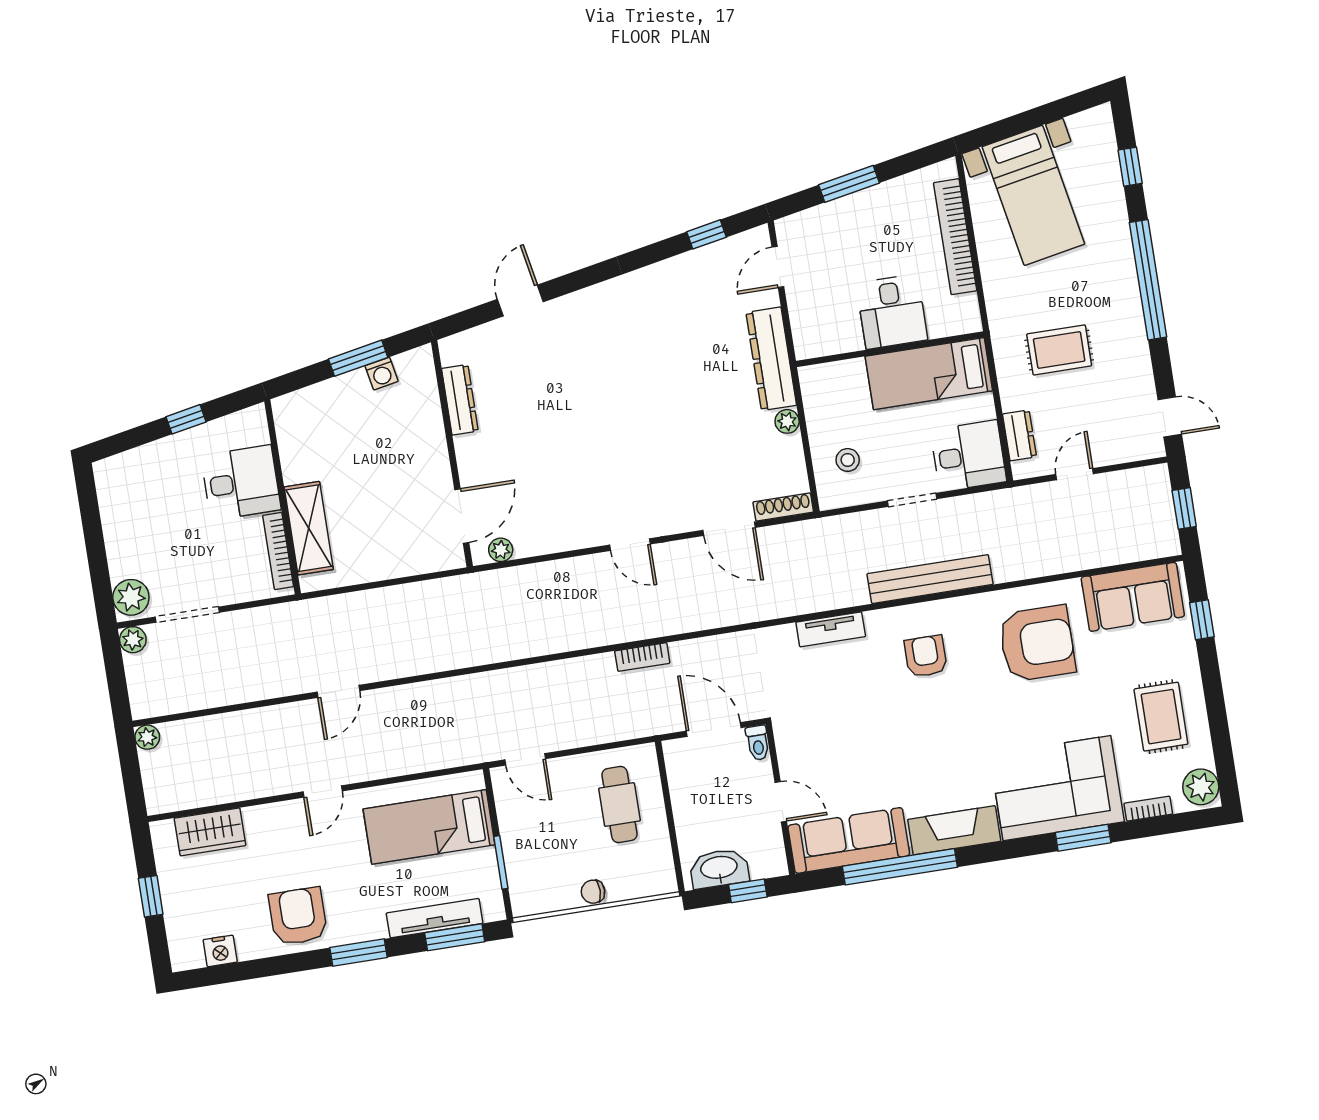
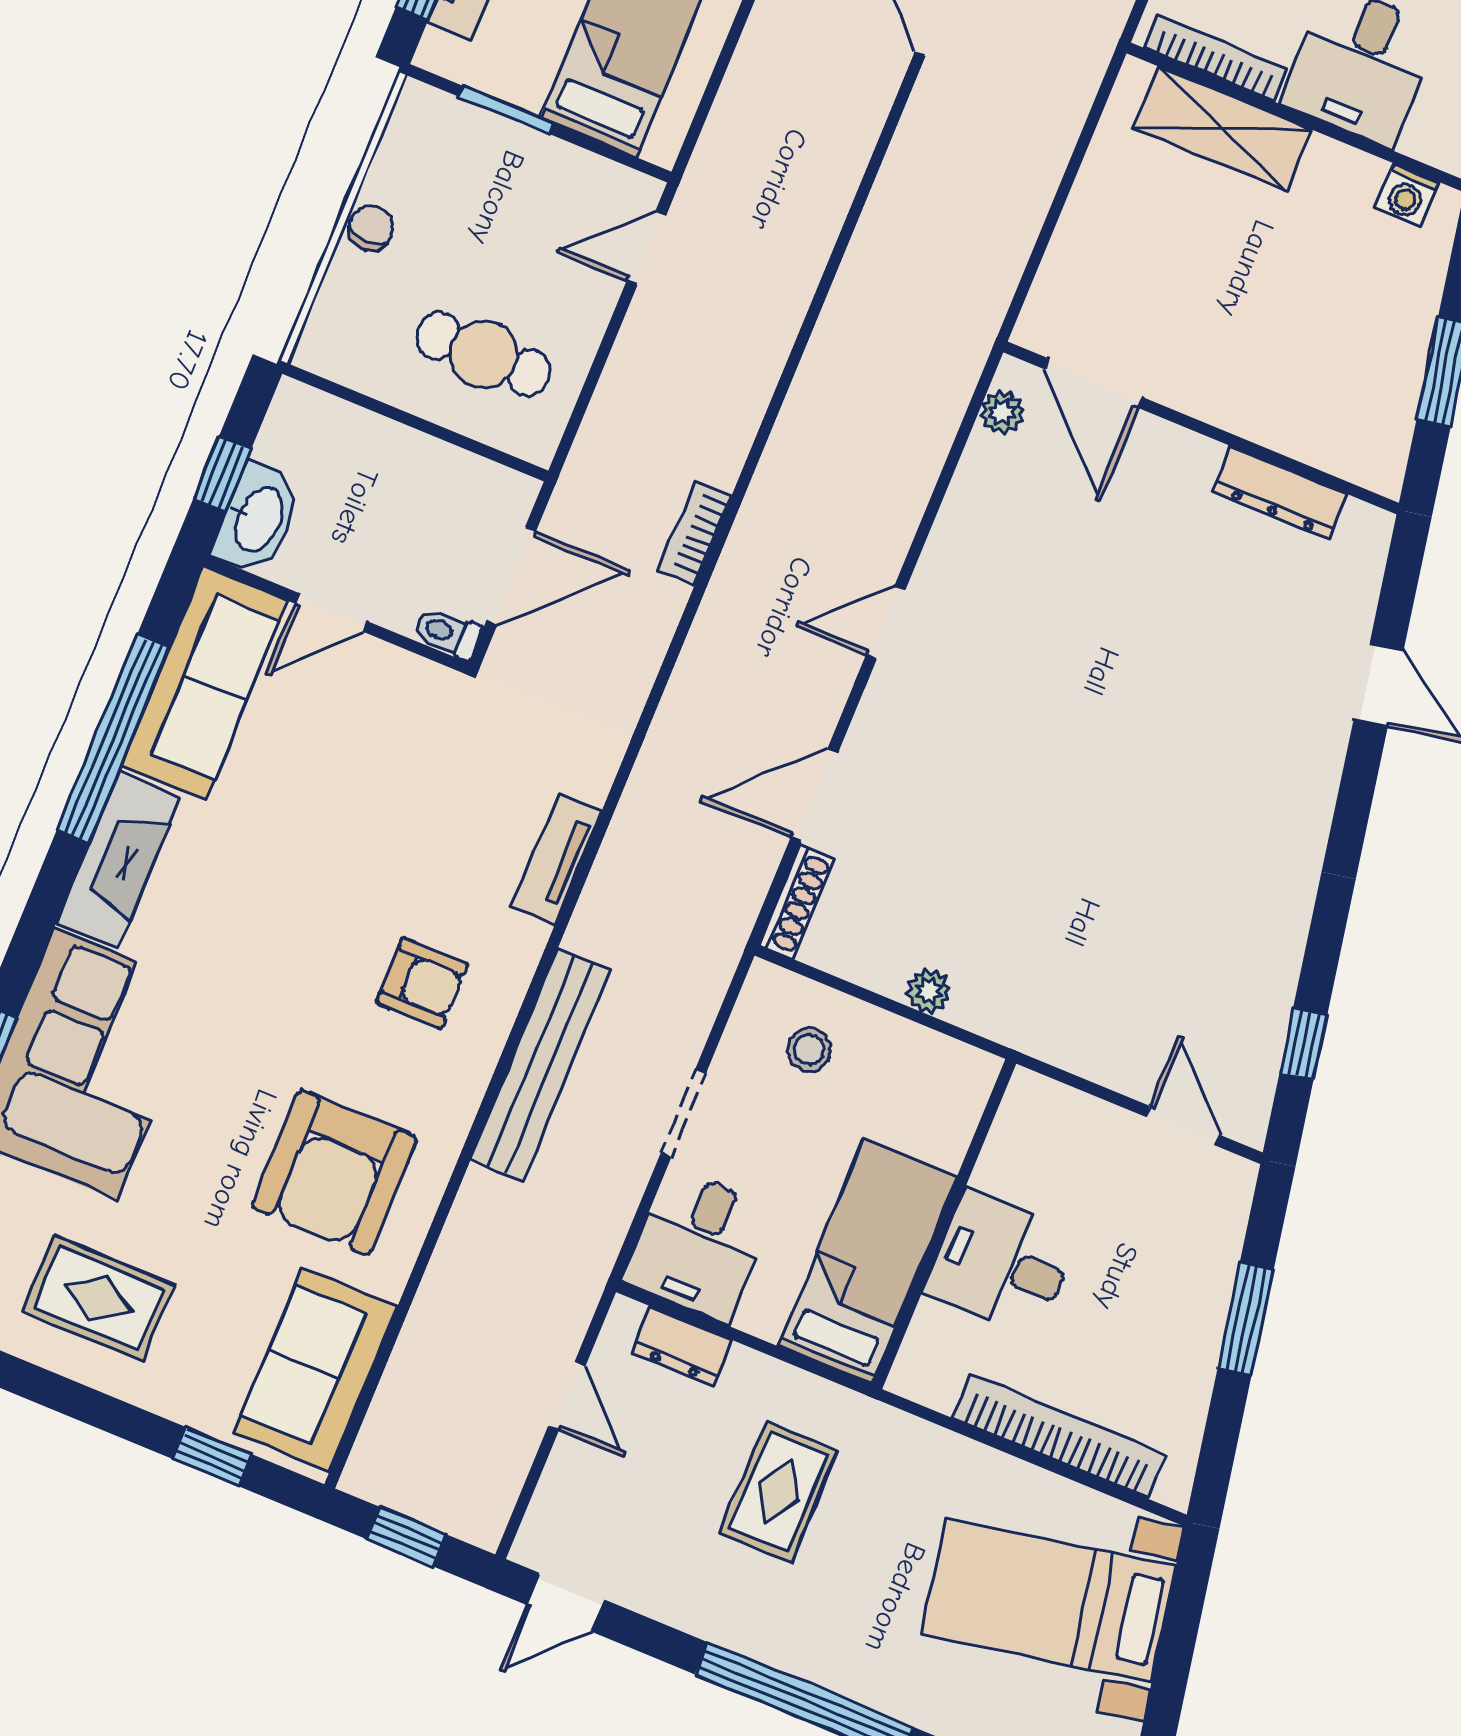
dresser: (771, 359) -> (1043, 1026), removed
washing machine: (382, 374) -> (1407, 195), moved, turned -79
washbasin: (719, 868) -> (257, 519), moved

